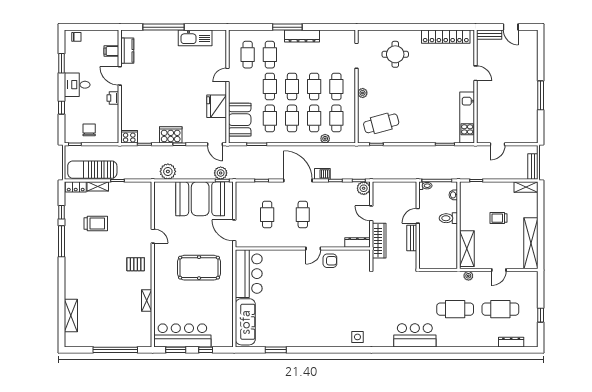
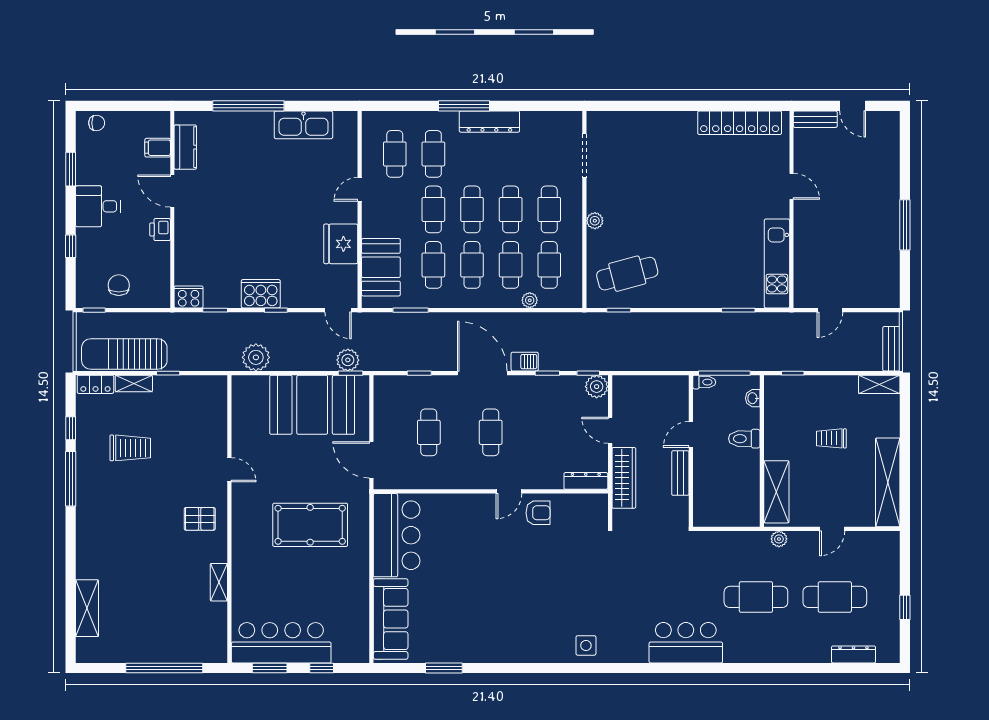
round table: (395, 54) -> (652, 153), removed

